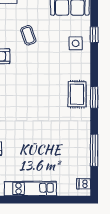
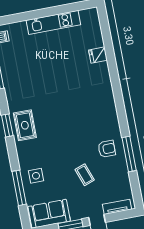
window: (94, 35) -> (19, 188), width x2.17

